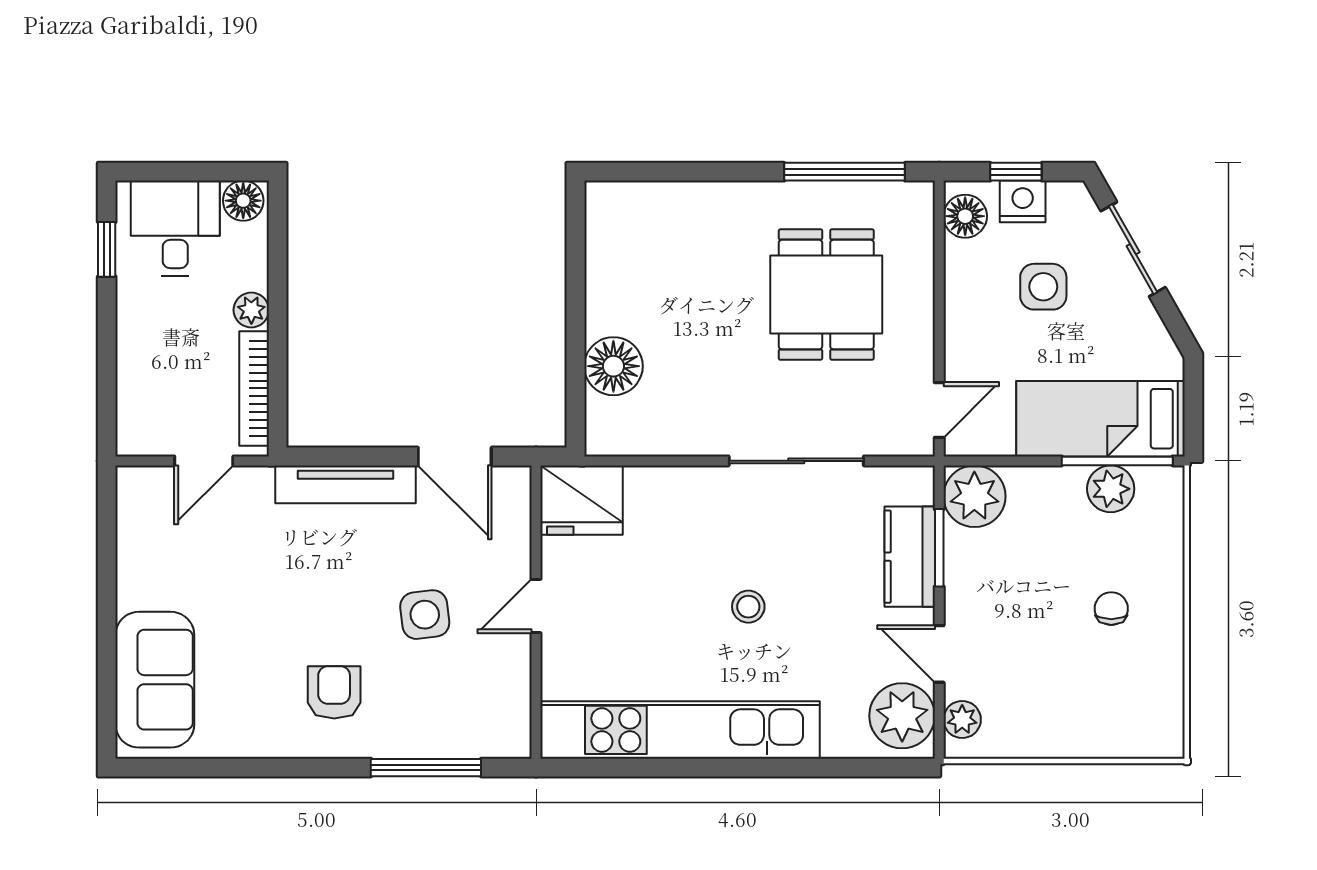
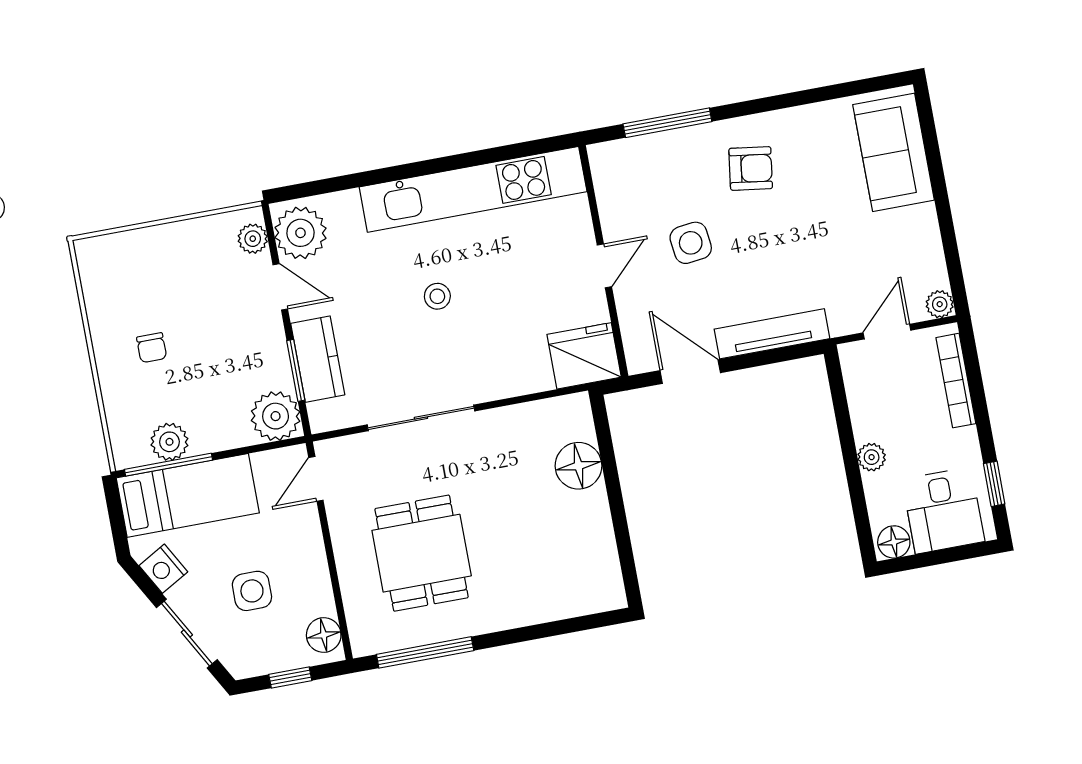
nightstand: (1023, 201) -> (163, 569), moved, turned 60
bookcase: (254, 388) -> (956, 381), moved, turned 180
plant: (133, 482) -> (940, 304), added
armchair: (334, 692) -> (751, 168), turned -82

